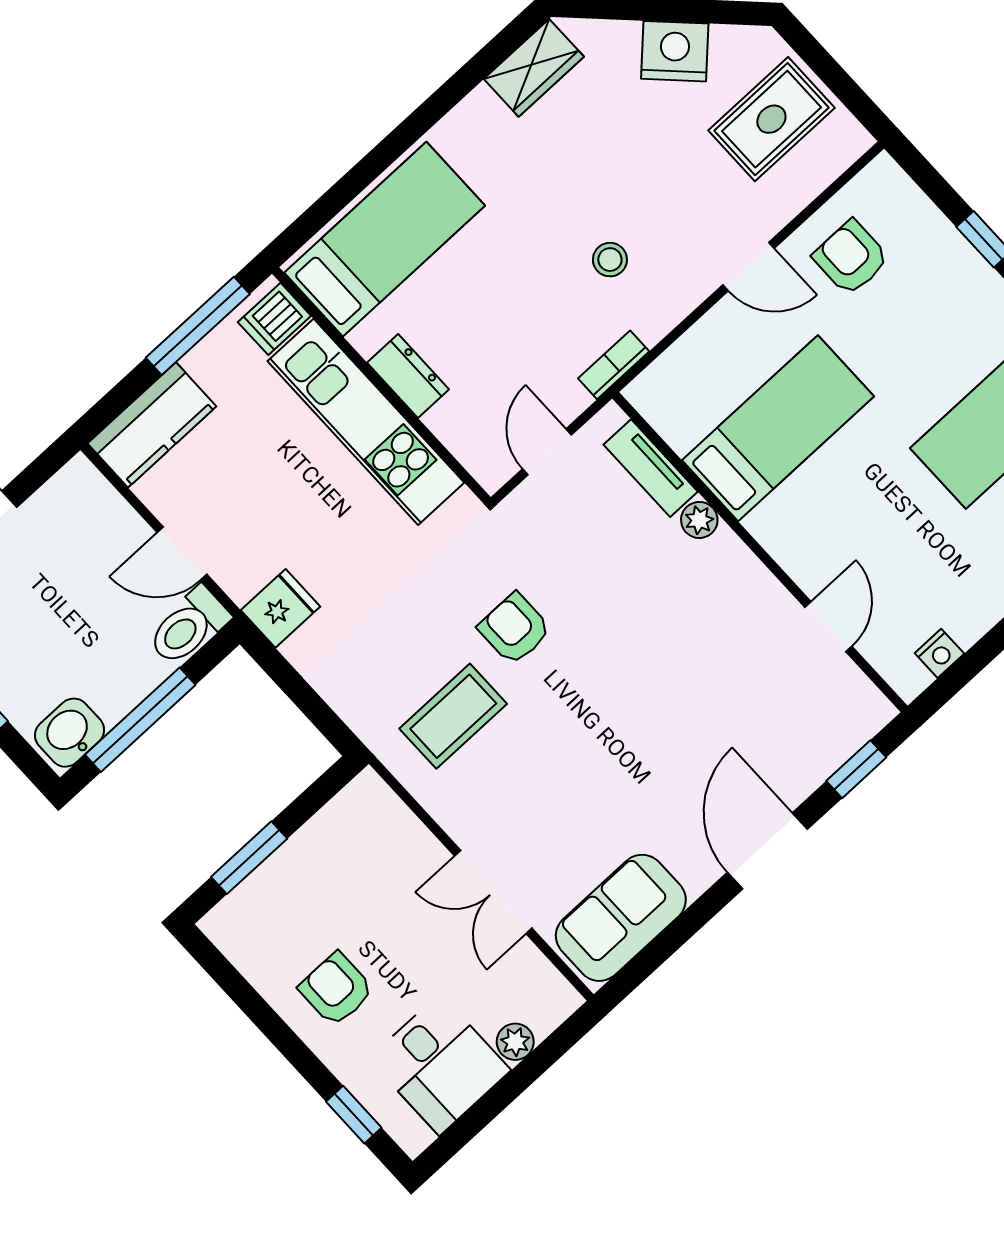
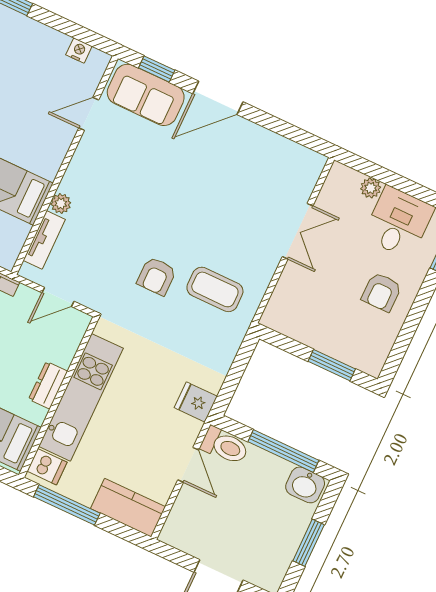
sofa: (621, 918) -> (146, 95), moved

